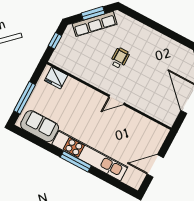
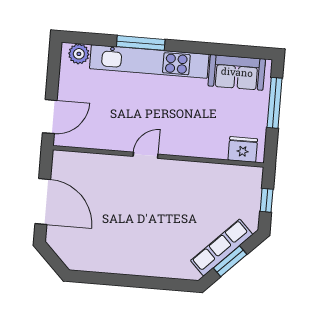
wheelchair: (120, 58) -> (166, 215), removed
window: (76, 162) -> (141, 43), moved
door: (155, 166) -> (50, 117), moved
plant: (130, 179) -> (79, 54), added

